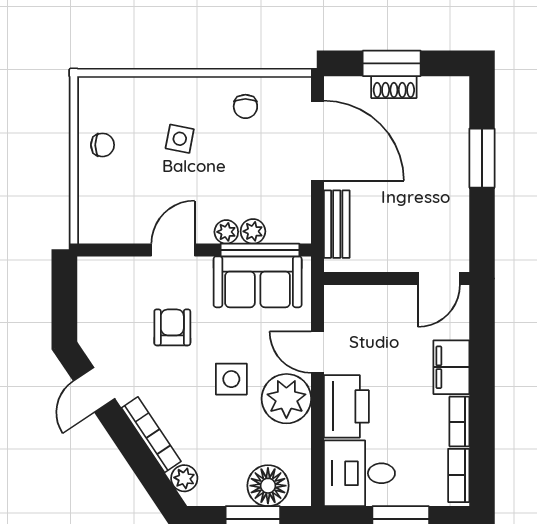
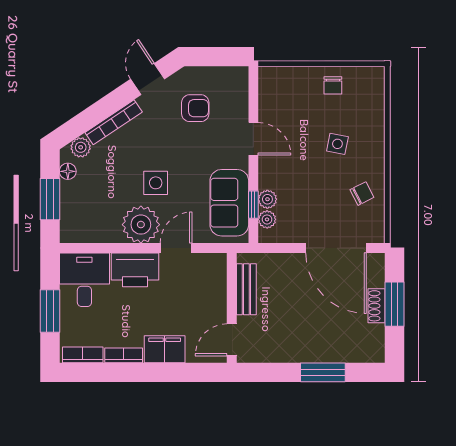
chair: (245, 106) -> (362, 194), turned 153
door: (317, 141) -> (336, 248), hinge flipped
bench: (337, 224) -> (246, 289), moved, turned 90
plant: (226, 232) -> (267, 219), moved
window: (260, 250) -> (253, 205), width x0.46
door: (439, 278) -> (232, 340), hinge flipped
armchair: (172, 327) -> (195, 108), moved
door: (94, 390) -> (148, 79), hinge flipped
floor lamp: (268, 486) -> (68, 171), moved, width x0.53, depth x0.53

